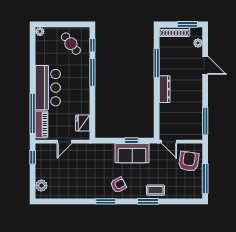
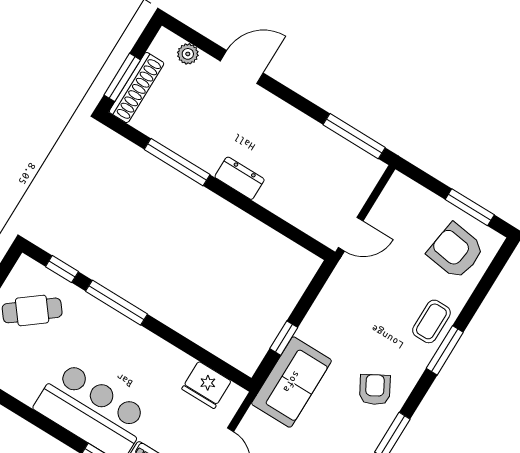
window: (187, 24) -> (122, 77), moved
dresser: (165, 89) -> (240, 178), width x0.70
window: (132, 141) -> (284, 338), moved
sofa: (132, 153) -> (292, 382), moved
armchair: (189, 161) -> (456, 251), moved
window: (205, 179) -> (470, 207), width x0.69

